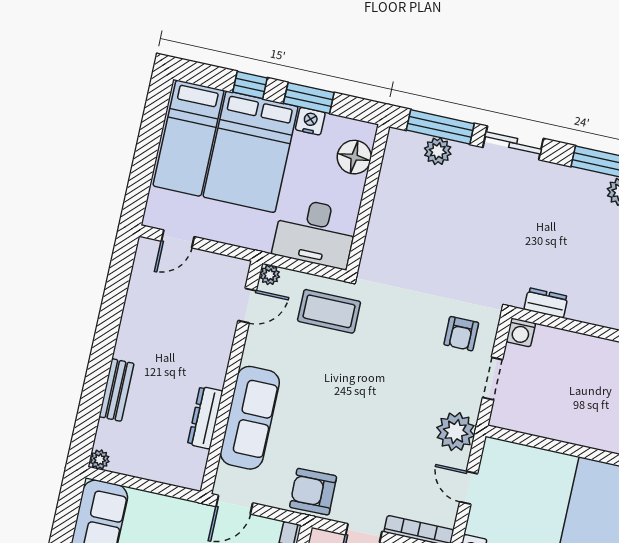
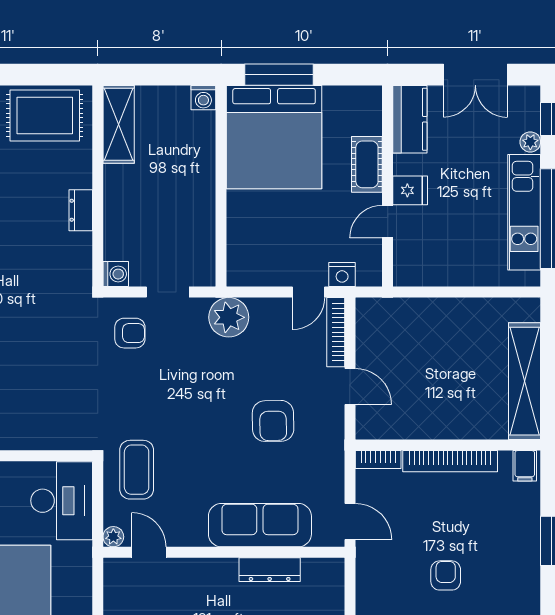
dresser: (546, 303) -> (81, 210), moved
door: (469, 488) -> (308, 292), moved
armchair: (313, 492) -> (273, 421), moved

